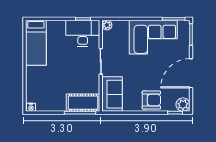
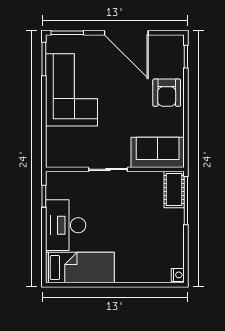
plant: (107, 25) -> (53, 160), removed
desk: (83, 33) -> (66, 225), moved
armchair: (151, 100) -> (167, 93), turned 180
cot: (83, 103) -> (174, 190), width x0.73, depth x0.75
plant: (183, 105) -> (174, 45), removed

